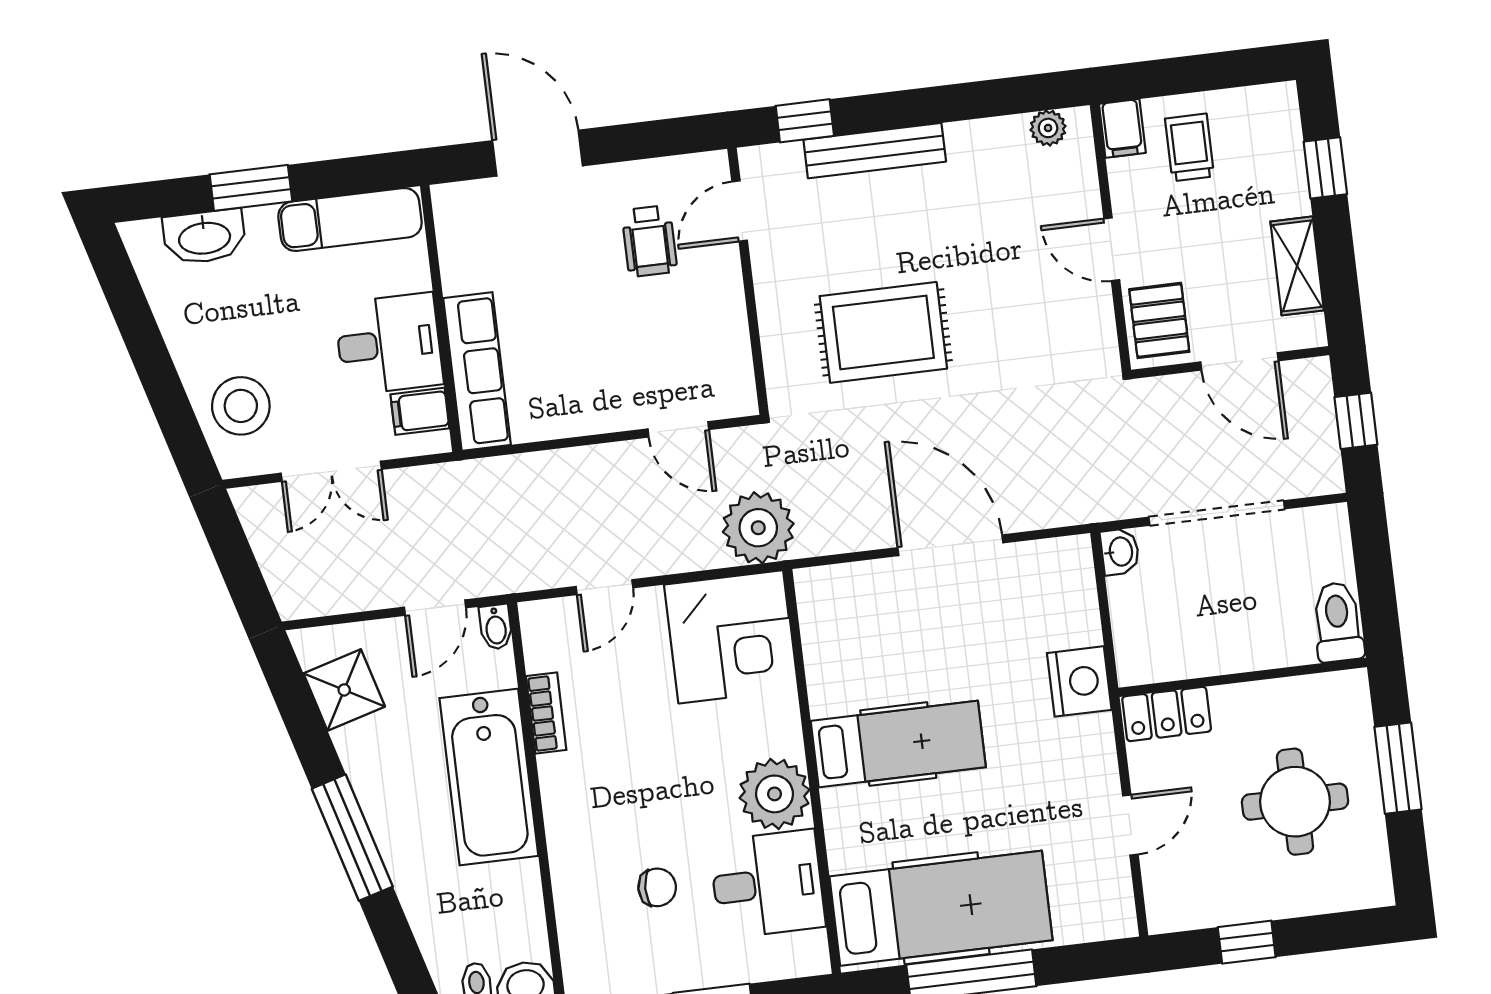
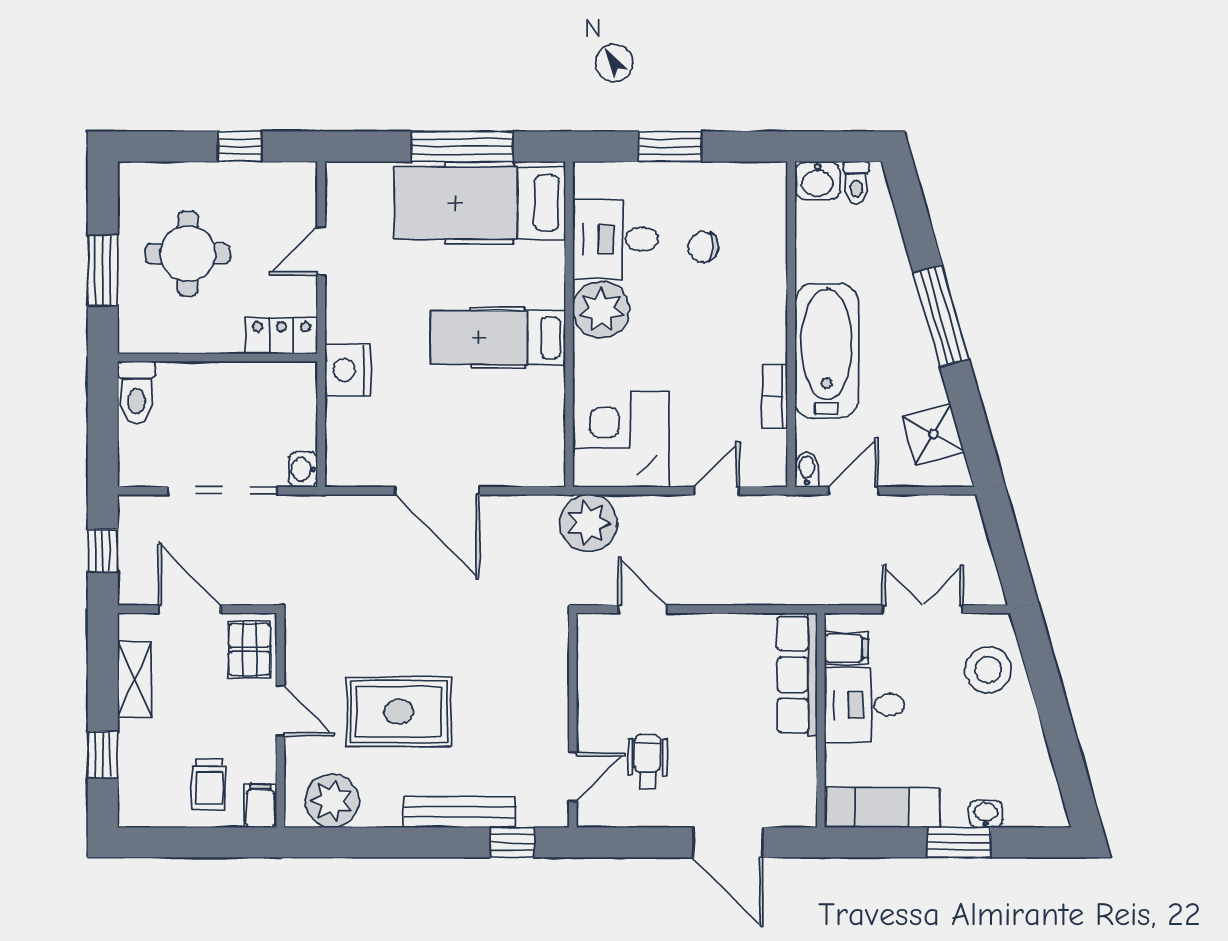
plant: (1048, 128) -> (332, 801), width x1.87, depth x1.87
washbasin: (204, 237) -> (986, 814), width x0.52, depth x0.69
rug: (883, 332) -> (399, 712), moved

